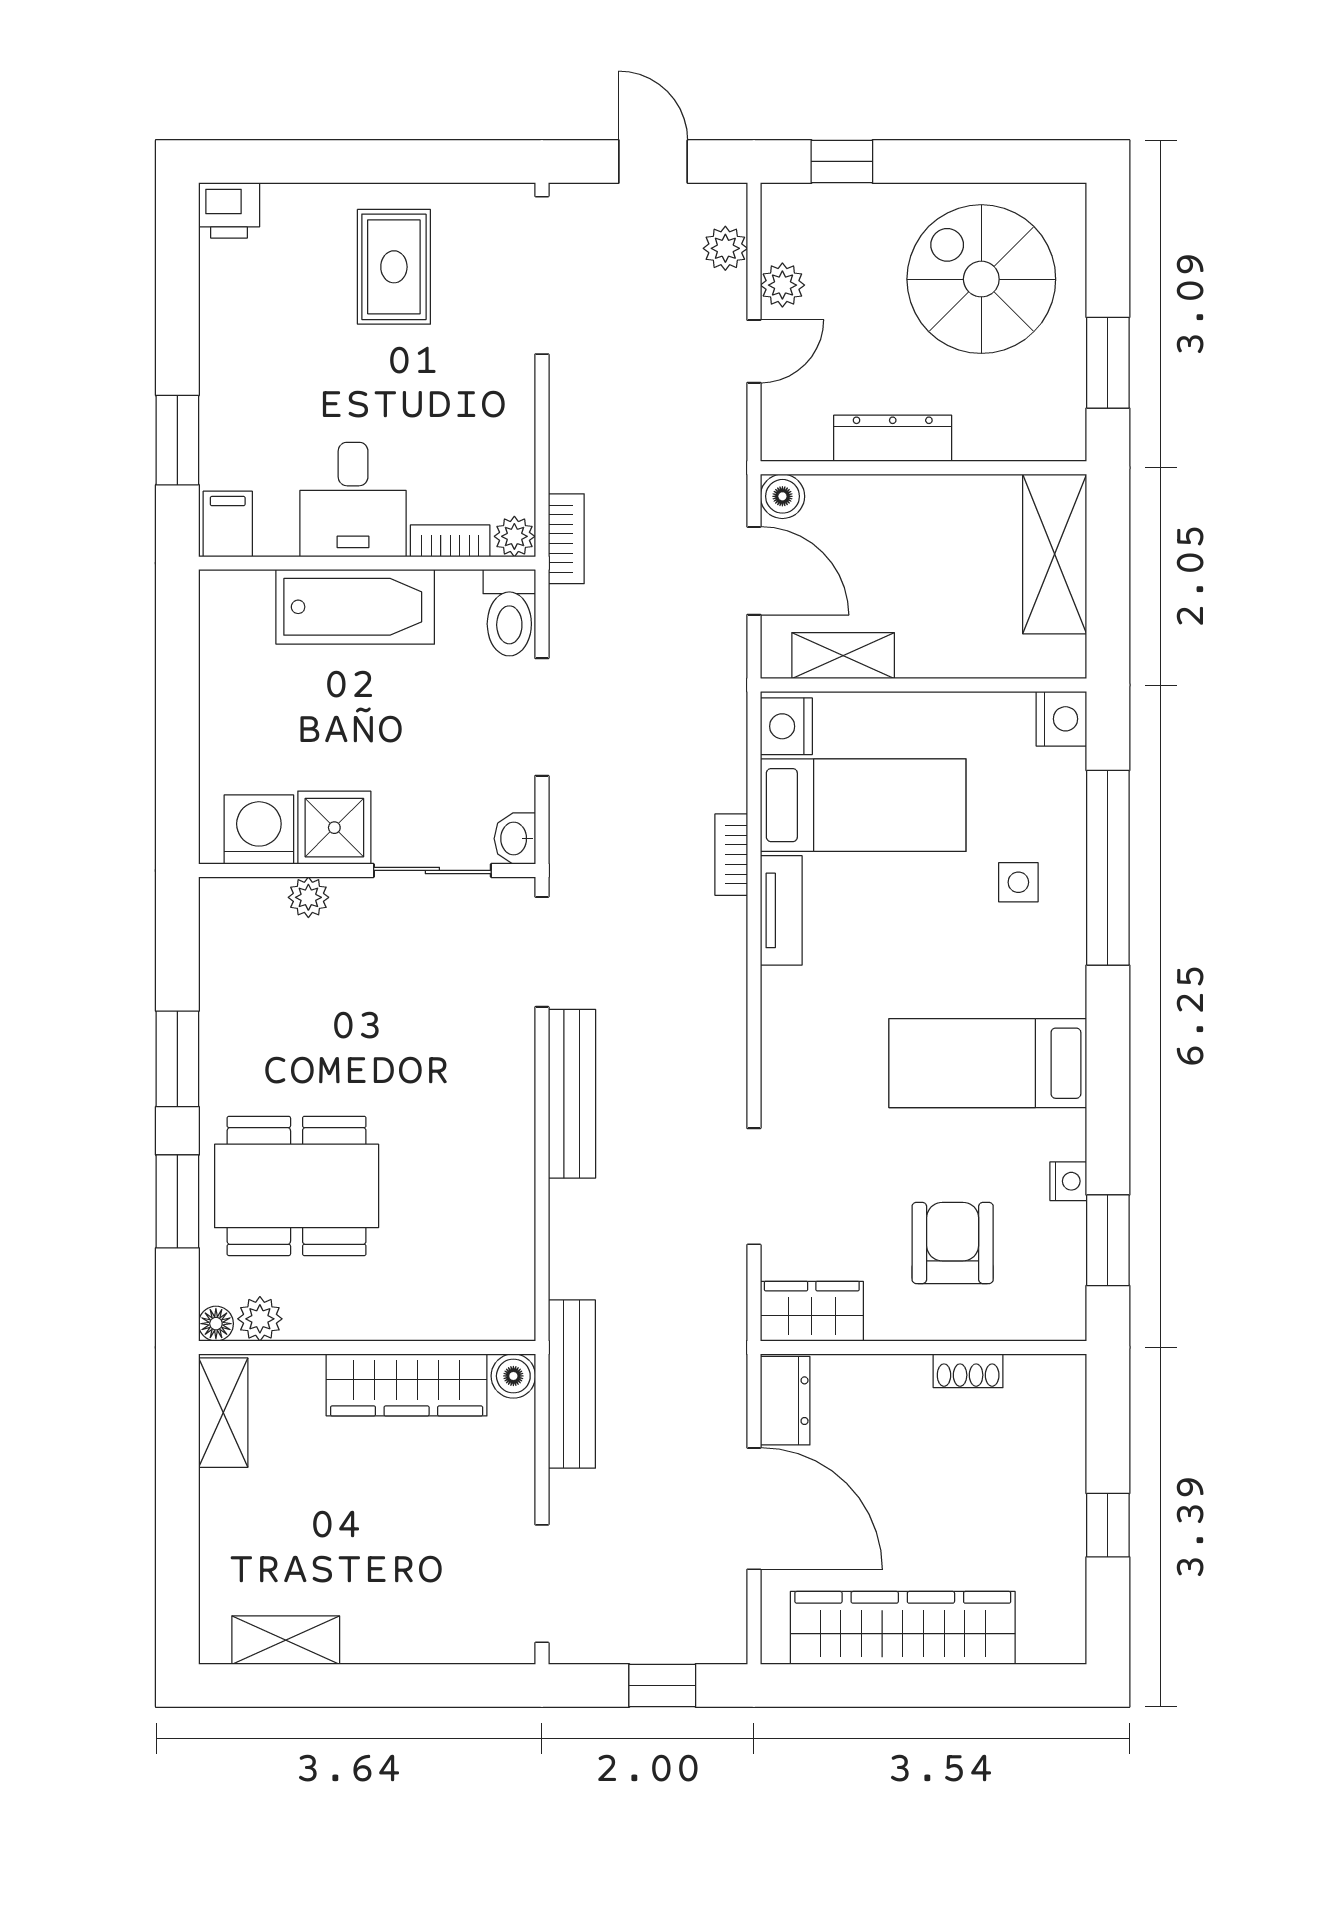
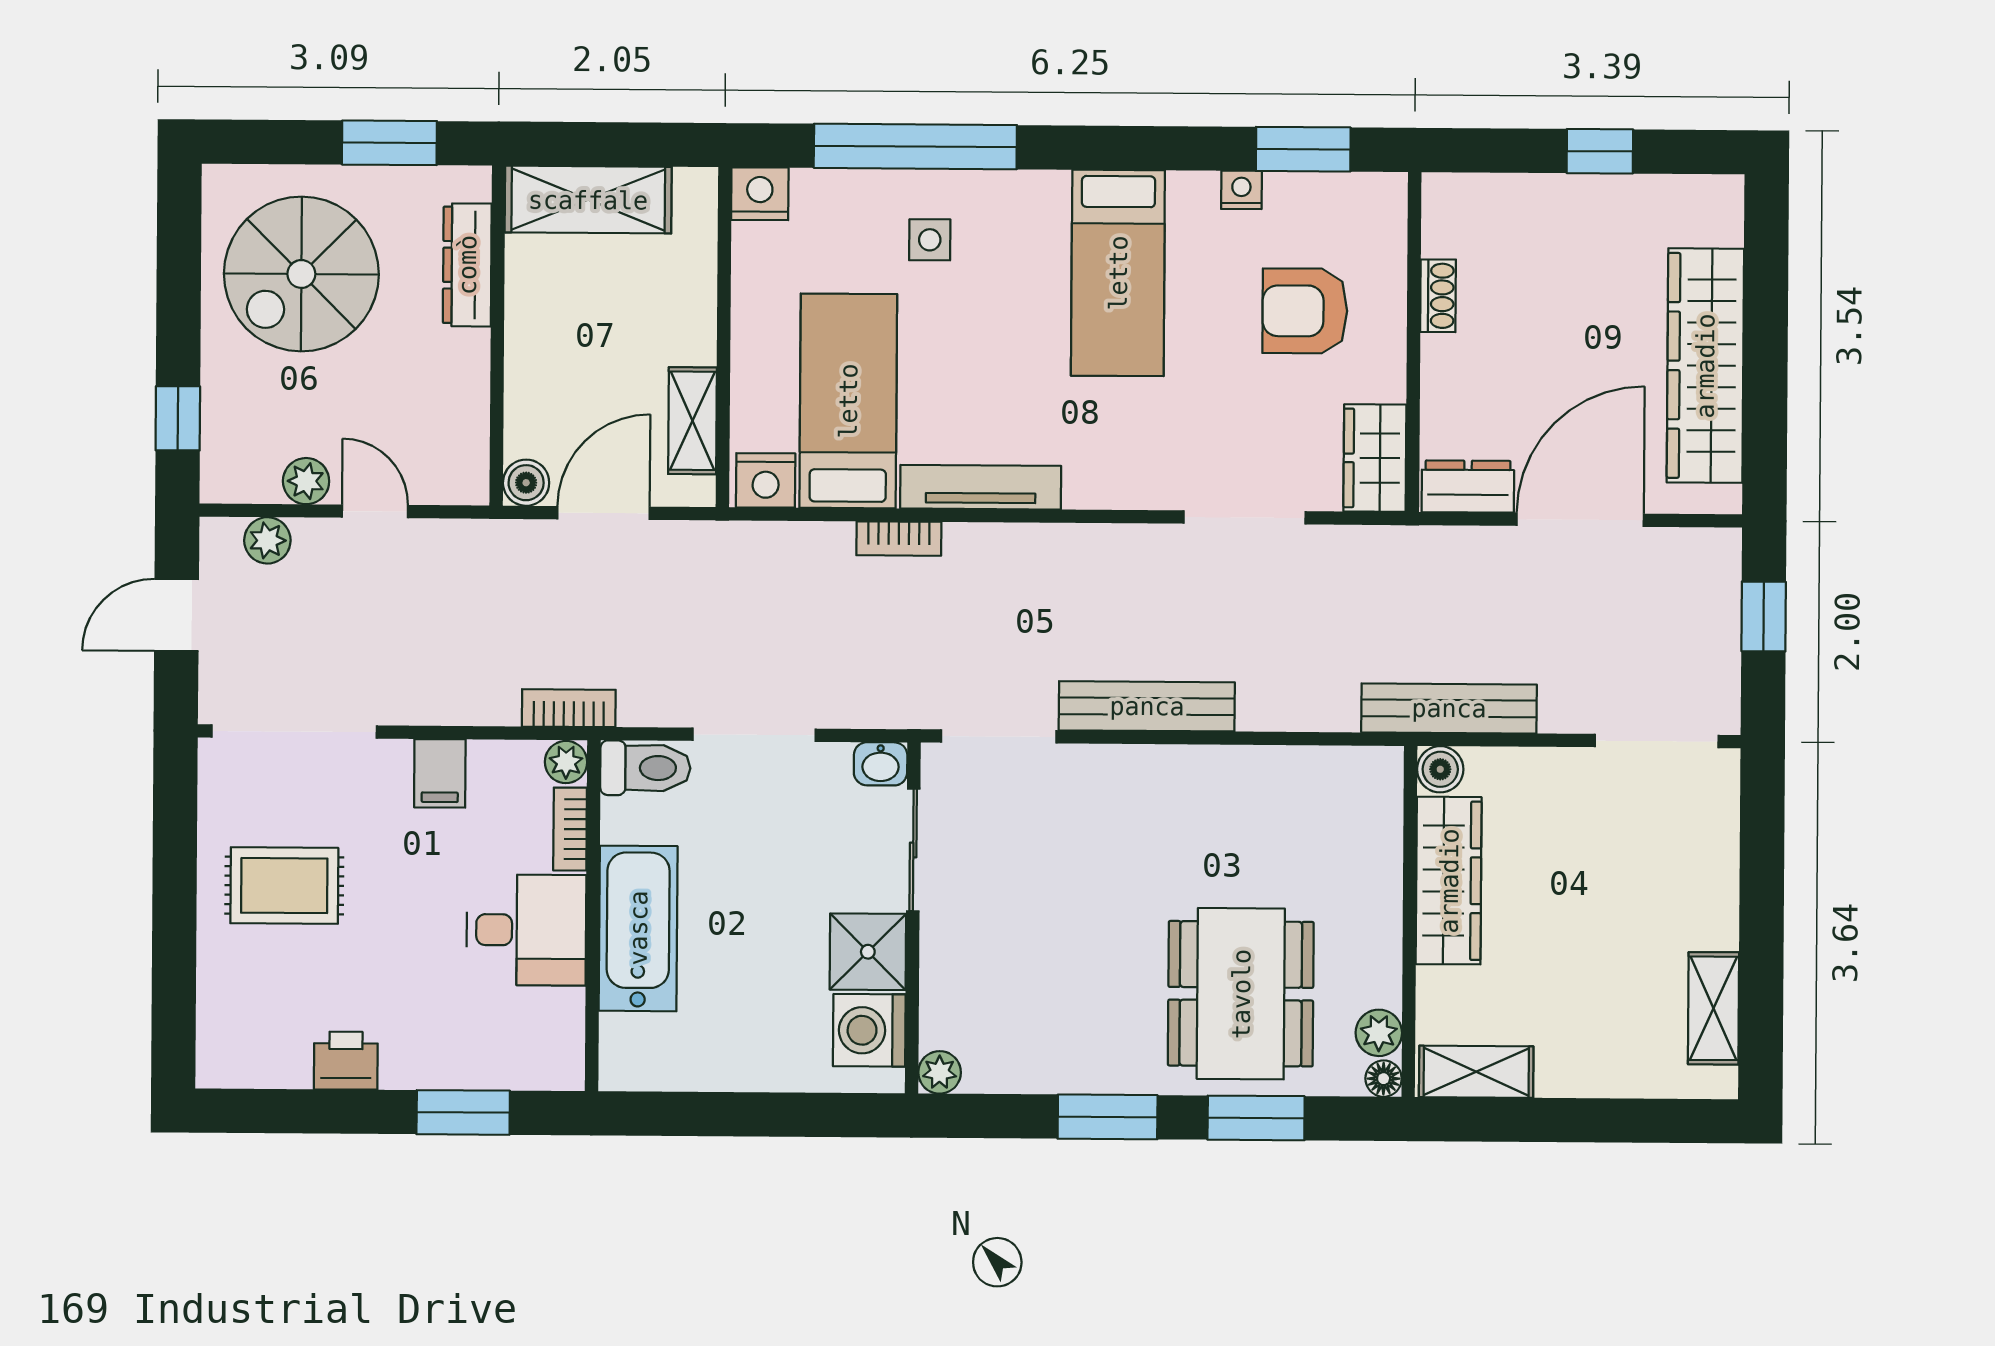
printer: (229, 210) -> (346, 1061), moved, turned -90
dresser: (893, 438) -> (467, 265), moved
filing cabinet: (228, 524) -> (440, 773), moved, turned -90
plant: (308, 897) -> (940, 1072), moved
tv unit: (781, 910) -> (981, 487), width x1.41

